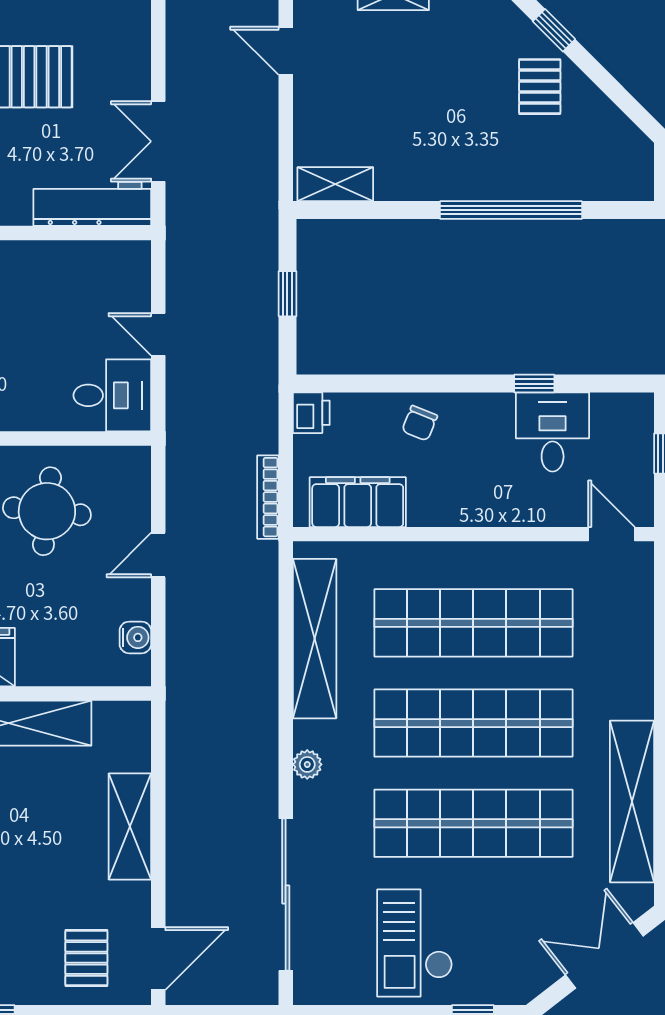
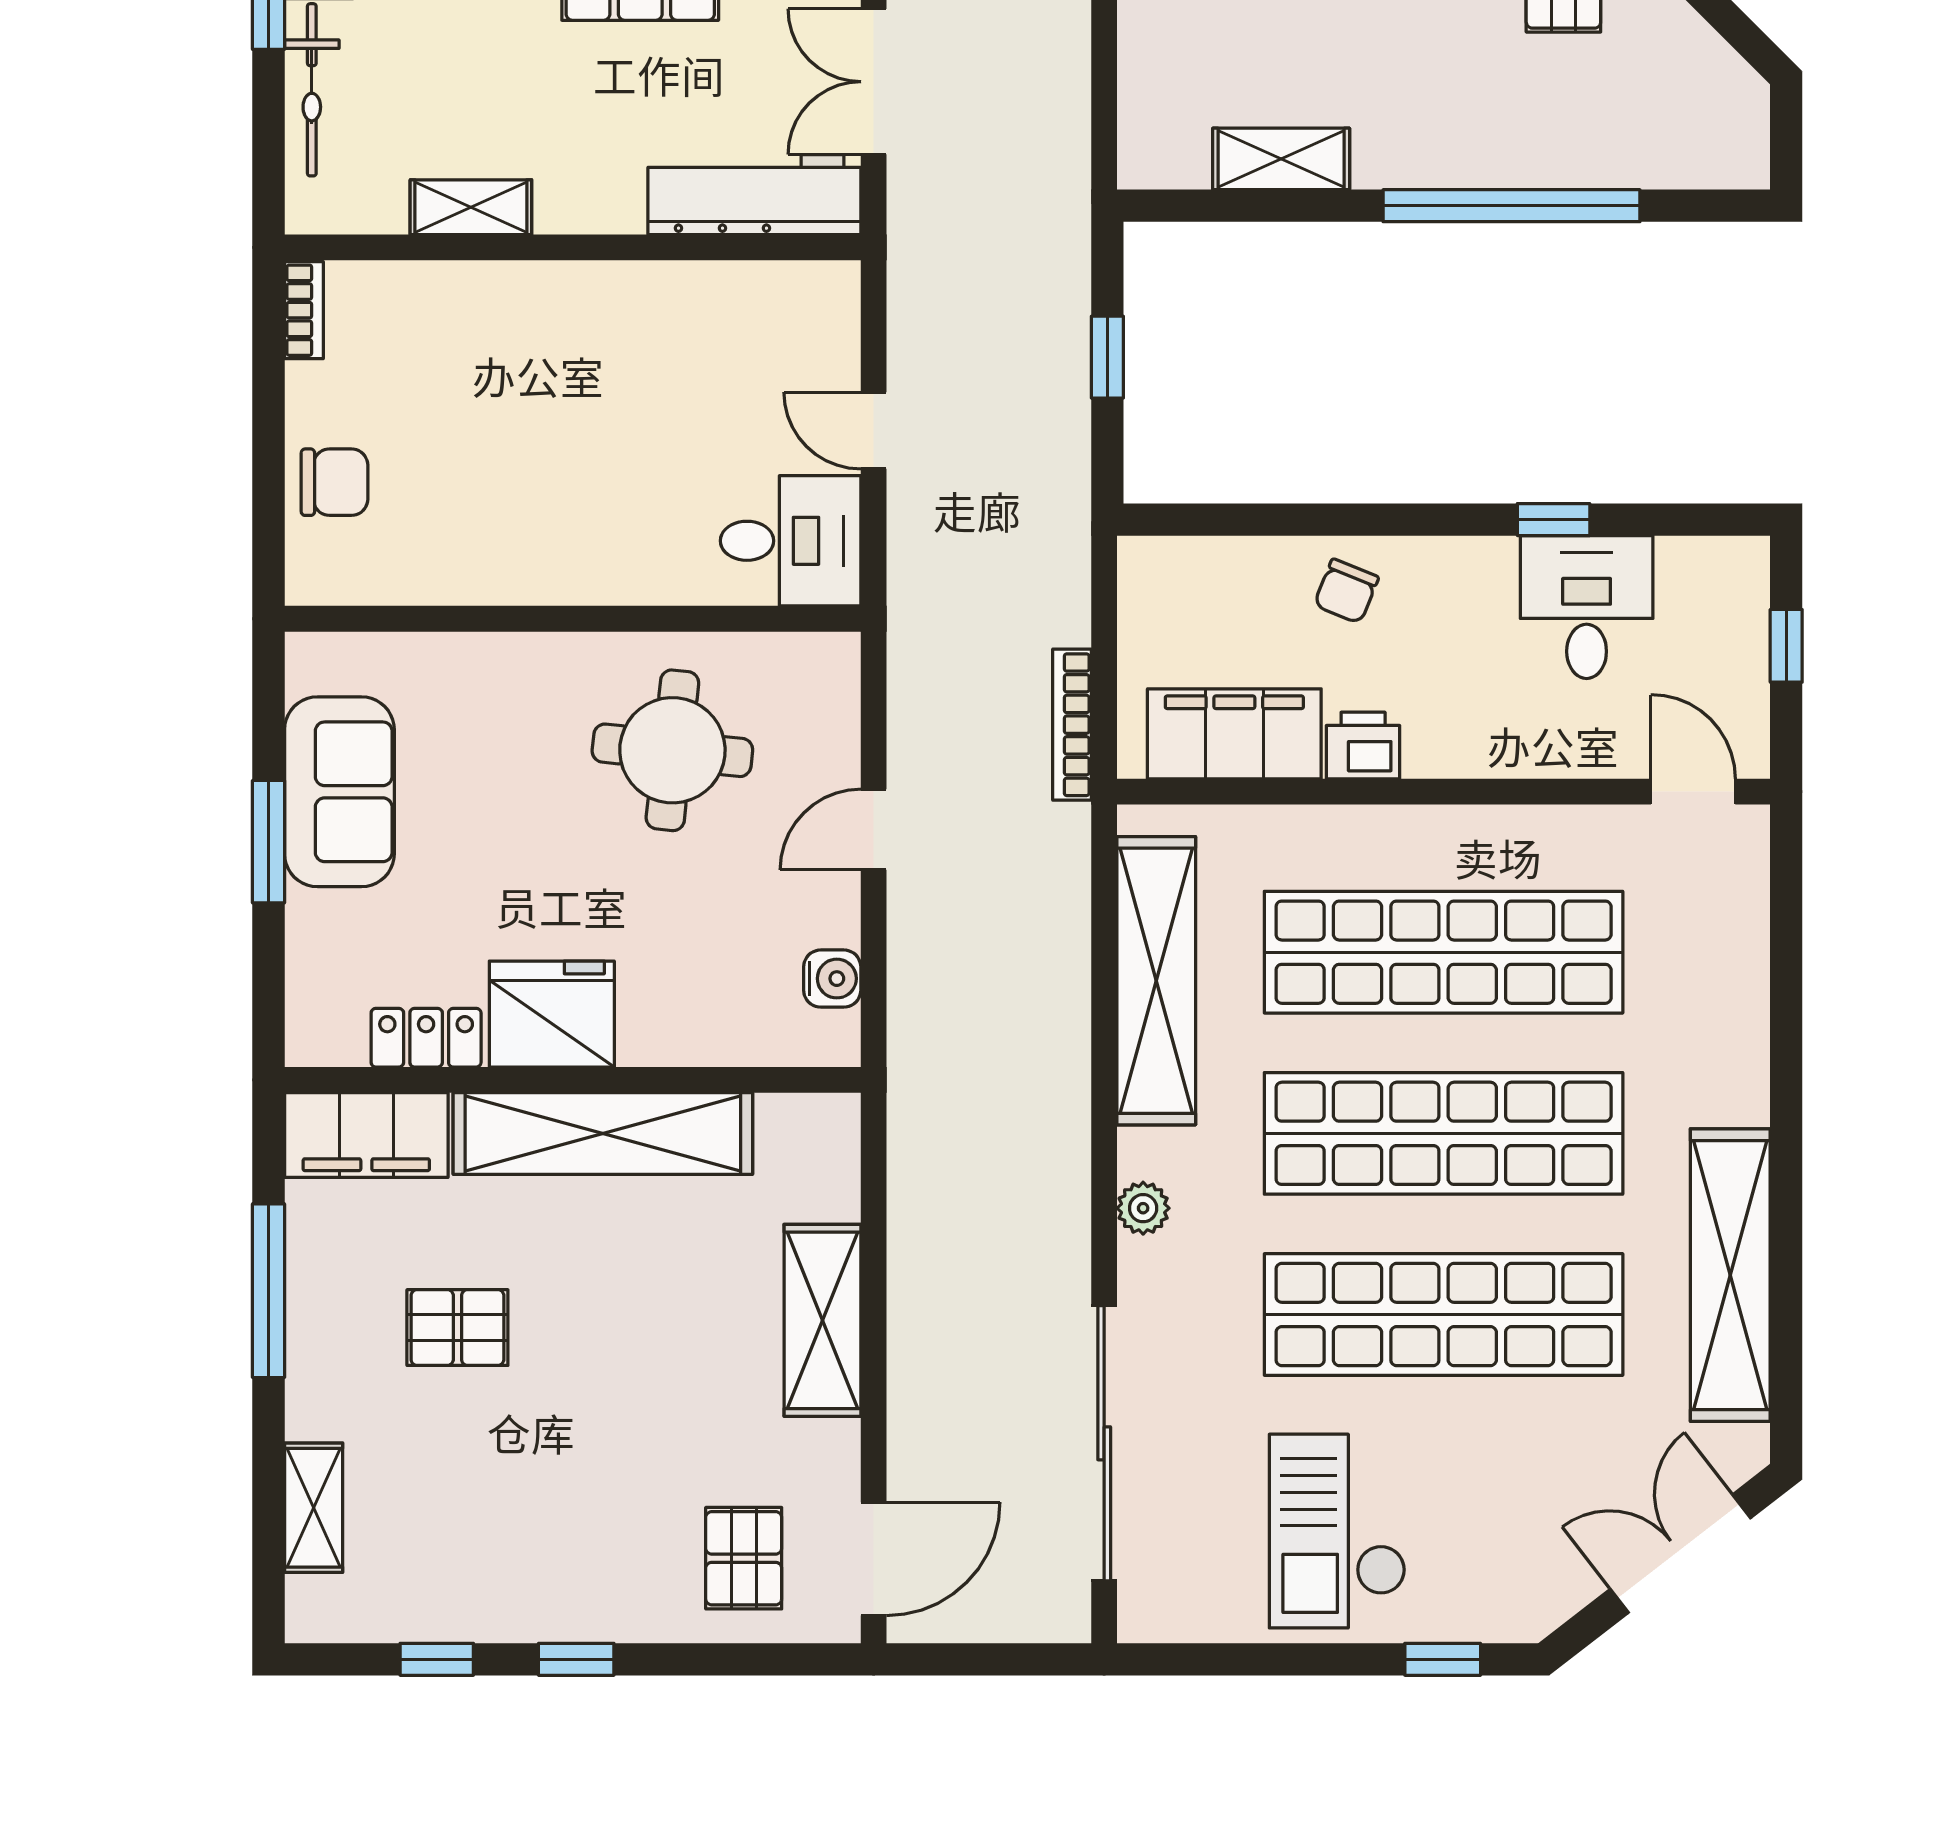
shelving: (335, 184) -> (1281, 159), moved
printer: (311, 413) -> (1363, 746), moved, turned -90

